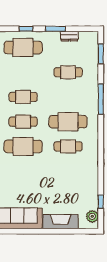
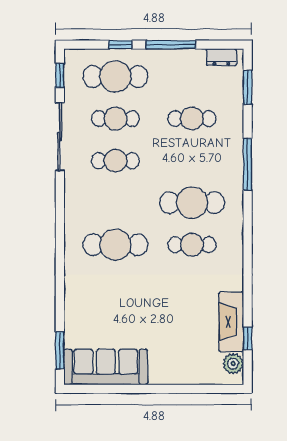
window: (56, 29) -> (171, 45), width x1.44
dresser: (69, 36) -> (221, 57), moved
cafe table: (23, 122) -> (115, 119), moved
fireplace: (61, 222) -> (231, 322), moved, turned -90

